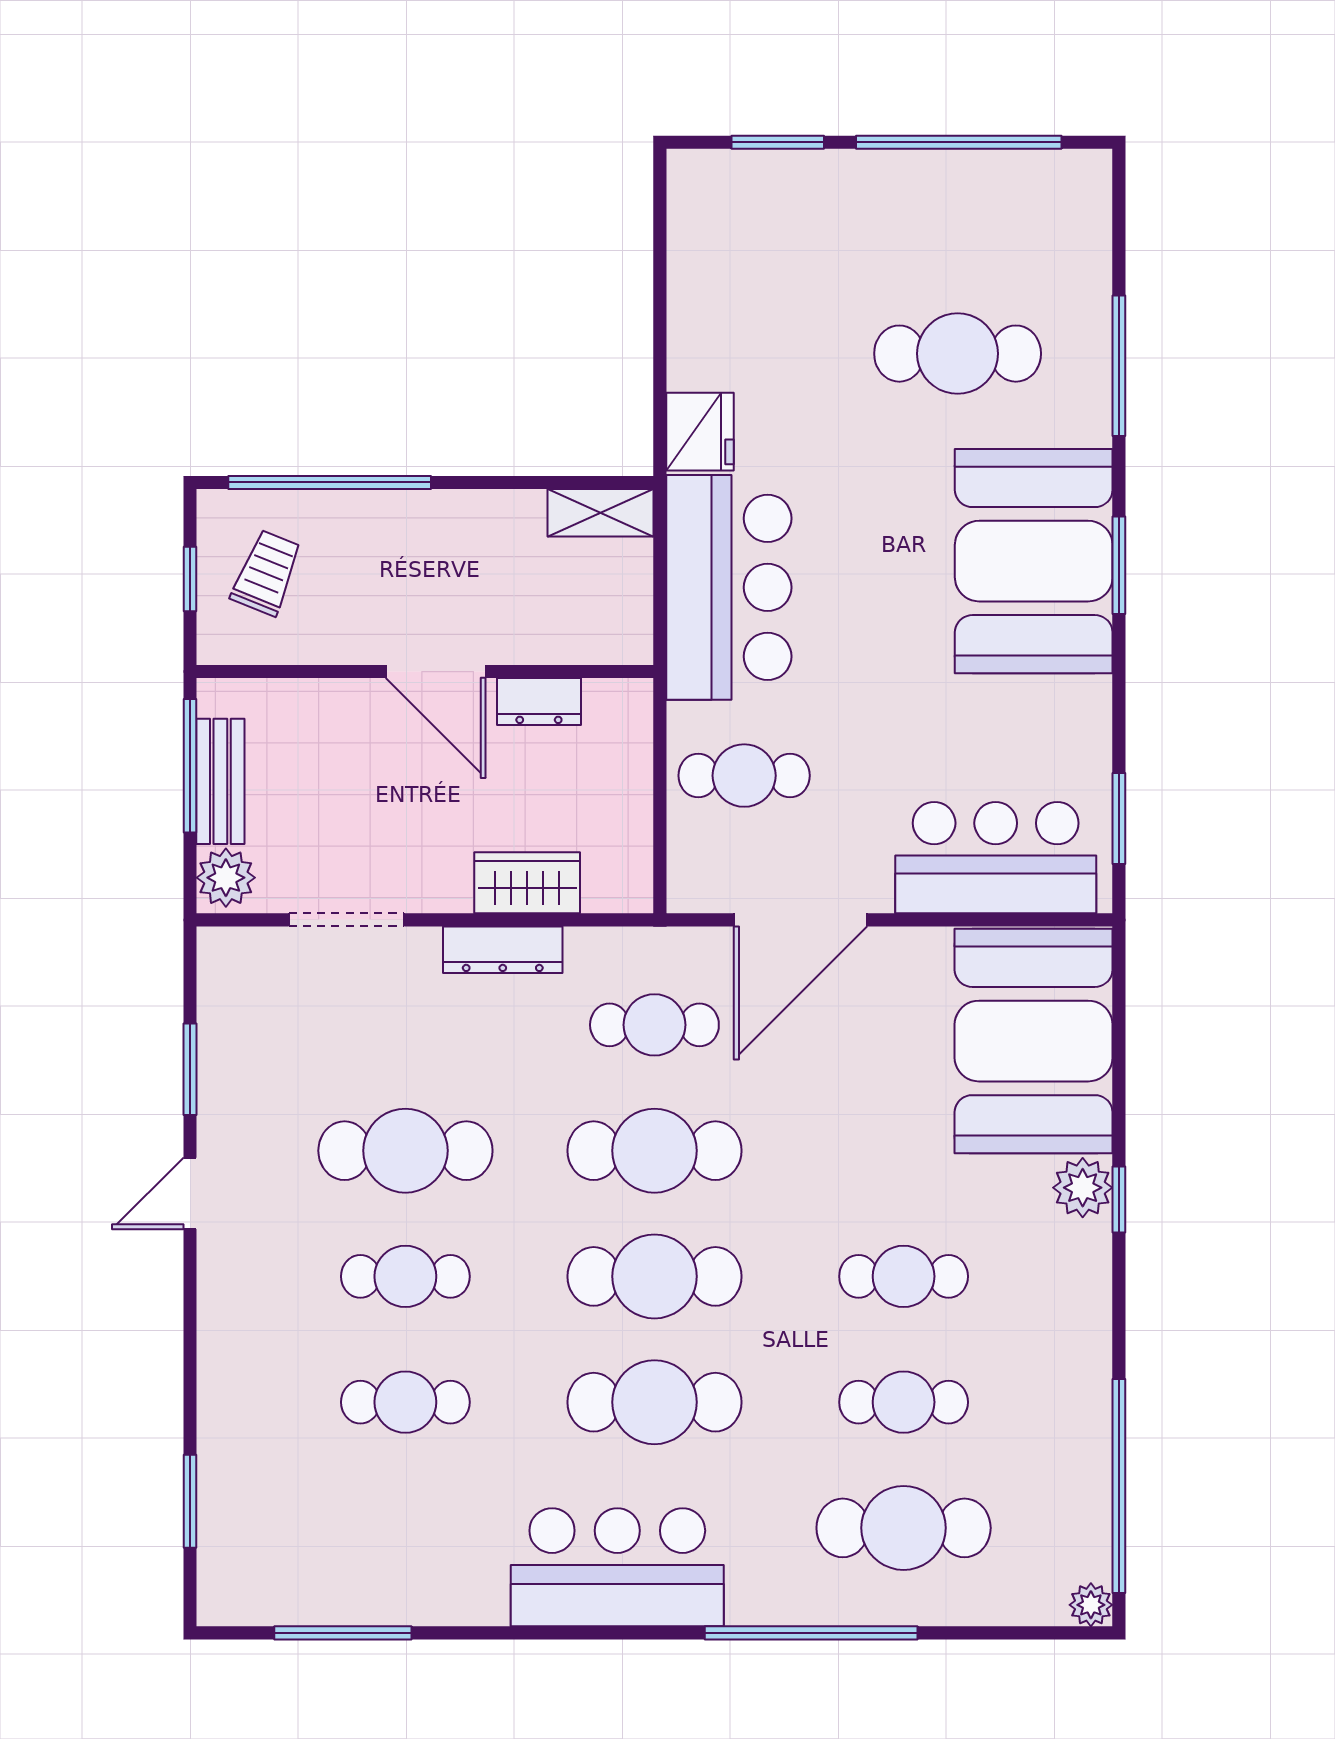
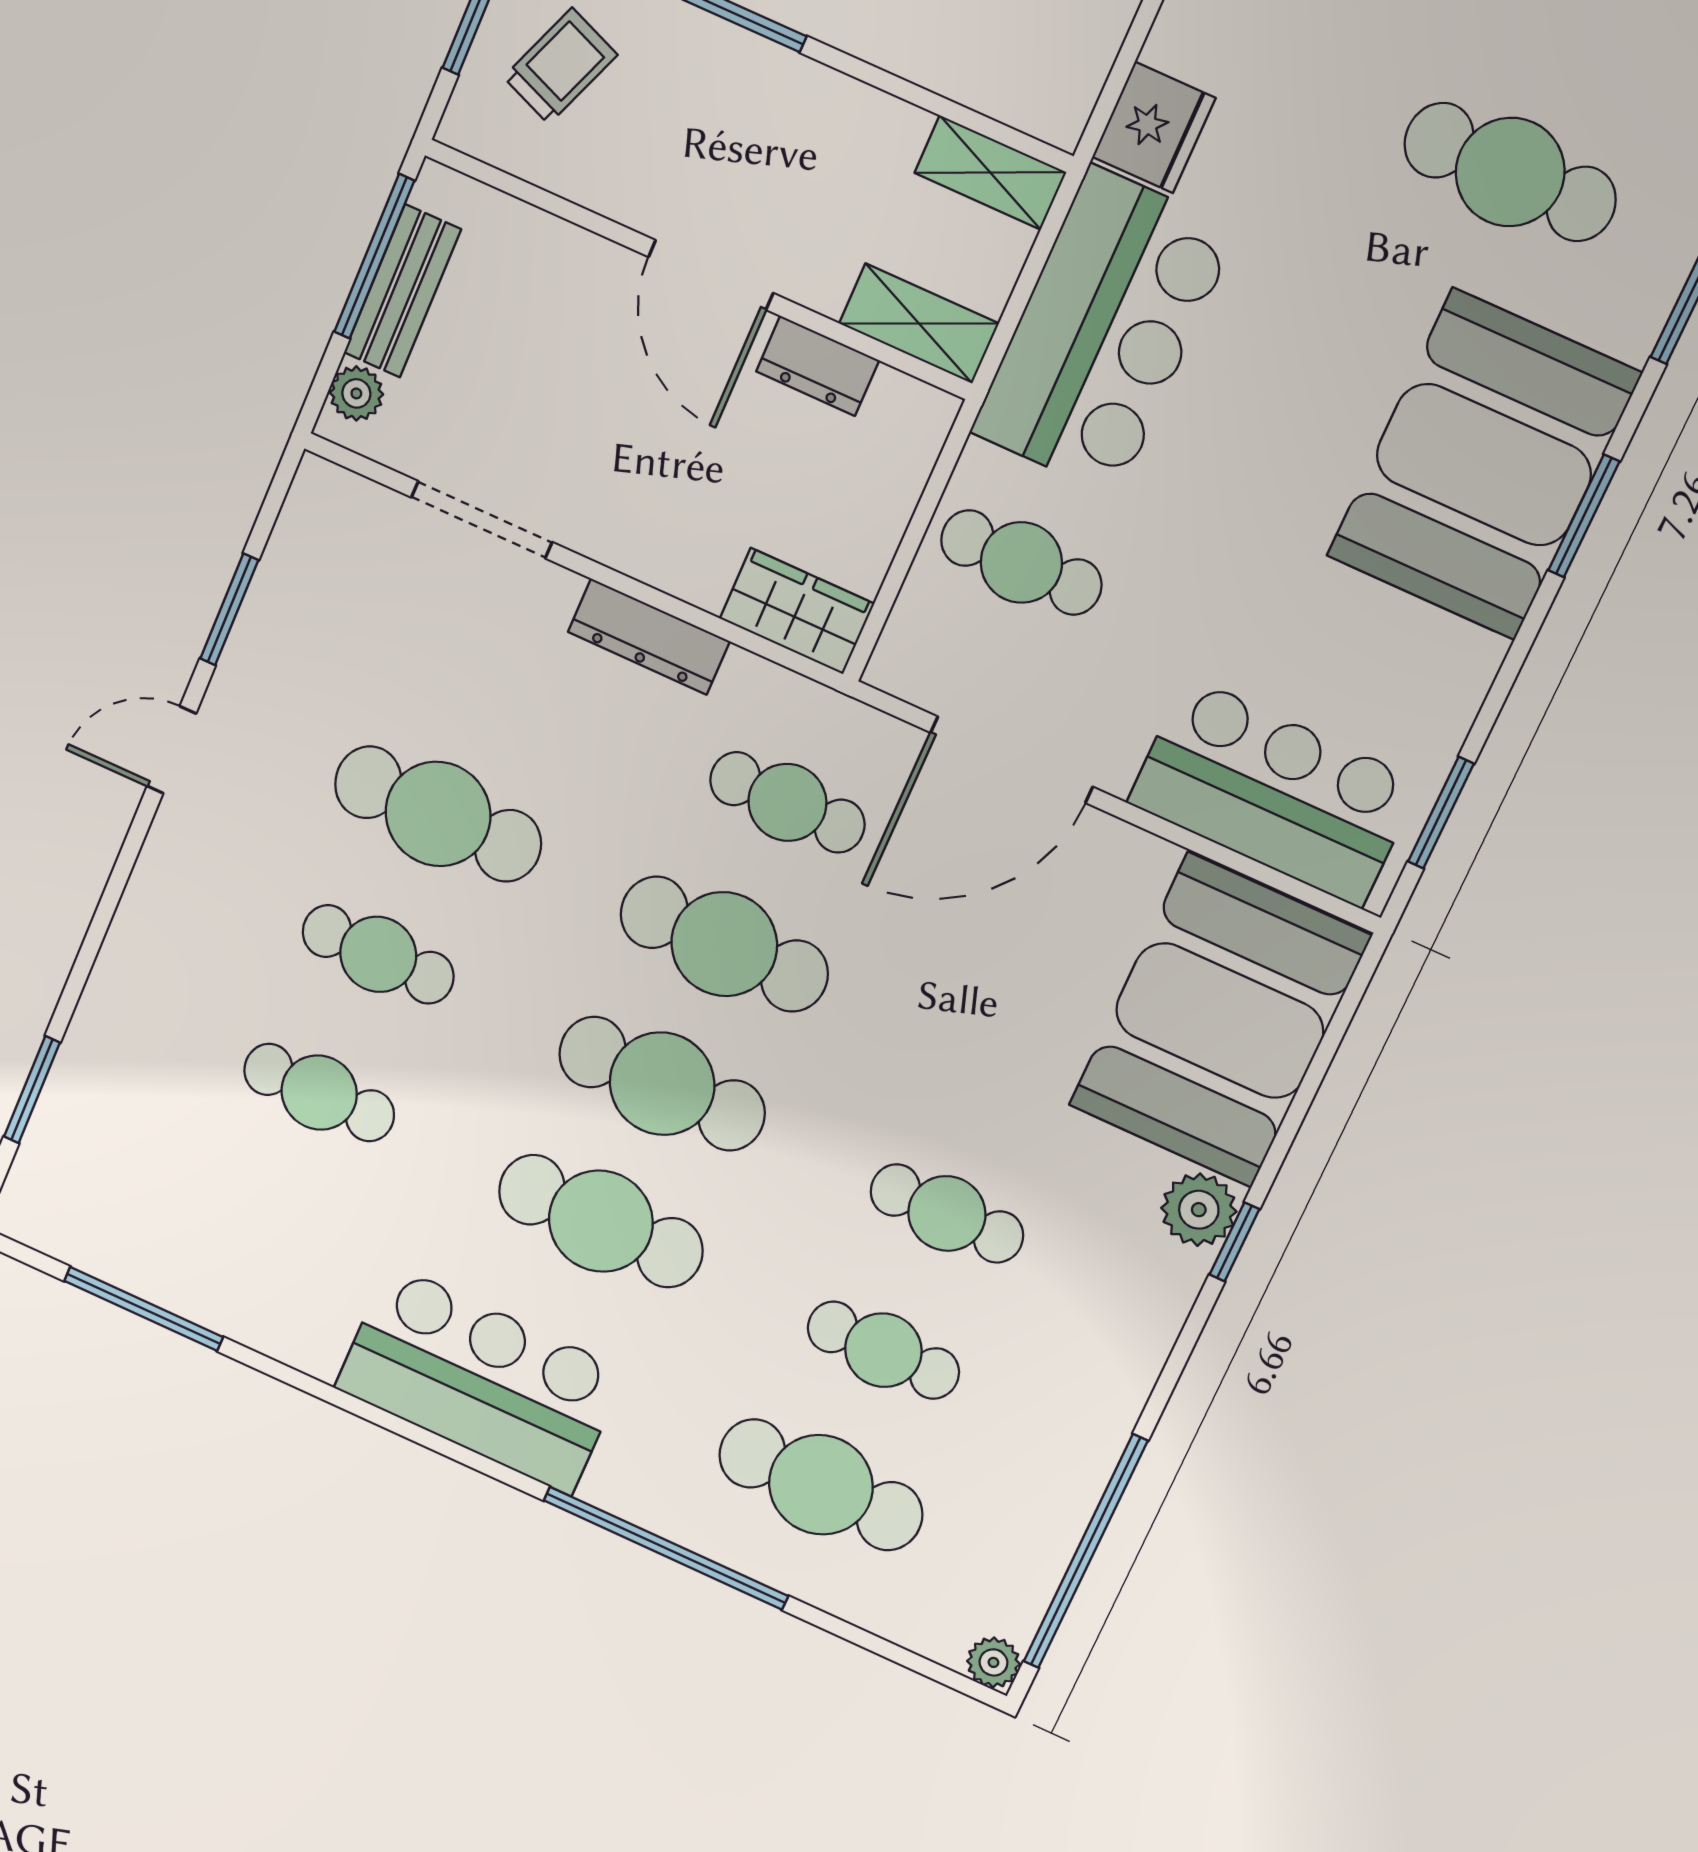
shelving: (597, 640) -> (919, 324), added
plant: (226, 878) -> (356, 393), width x0.73, depth x0.73
wardrobe: (527, 883) -> (797, 611), moved

